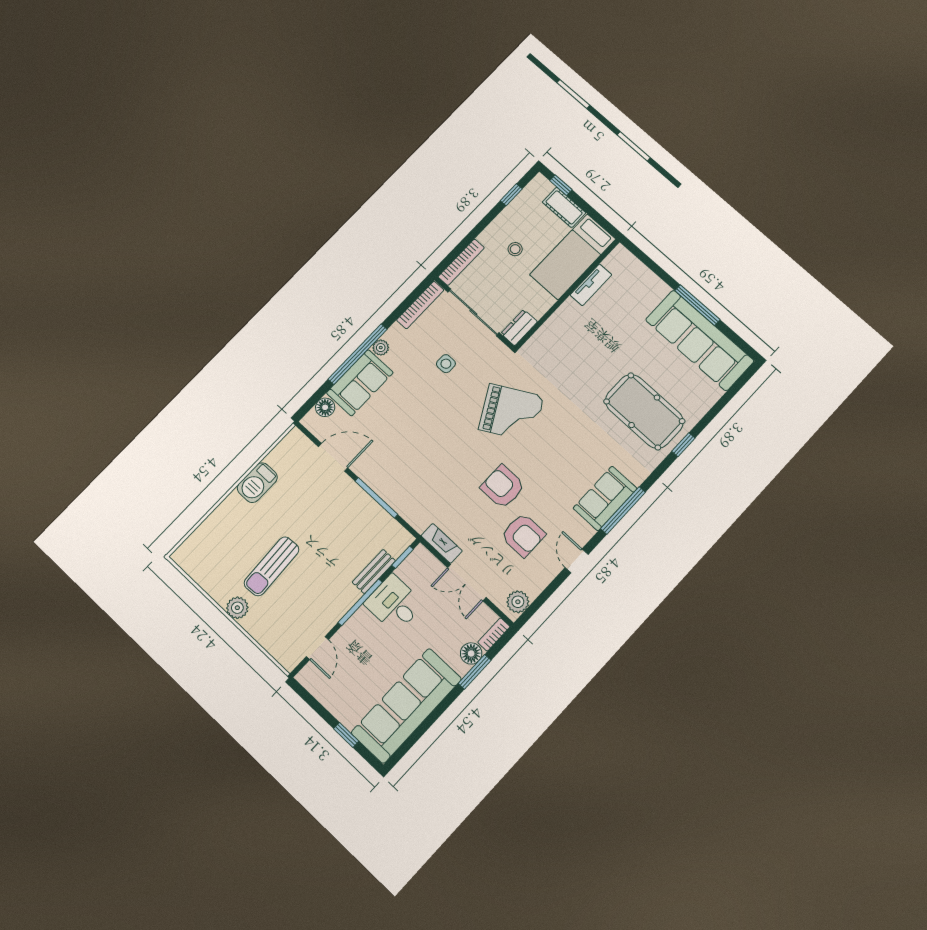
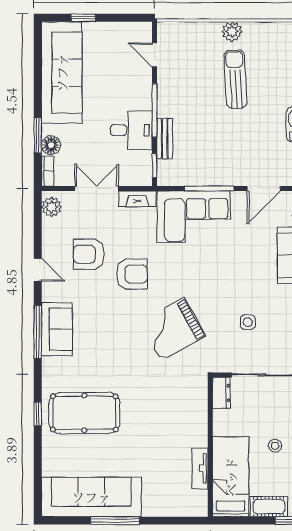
corner sofa: (410, 487) -> (194, 217), added

